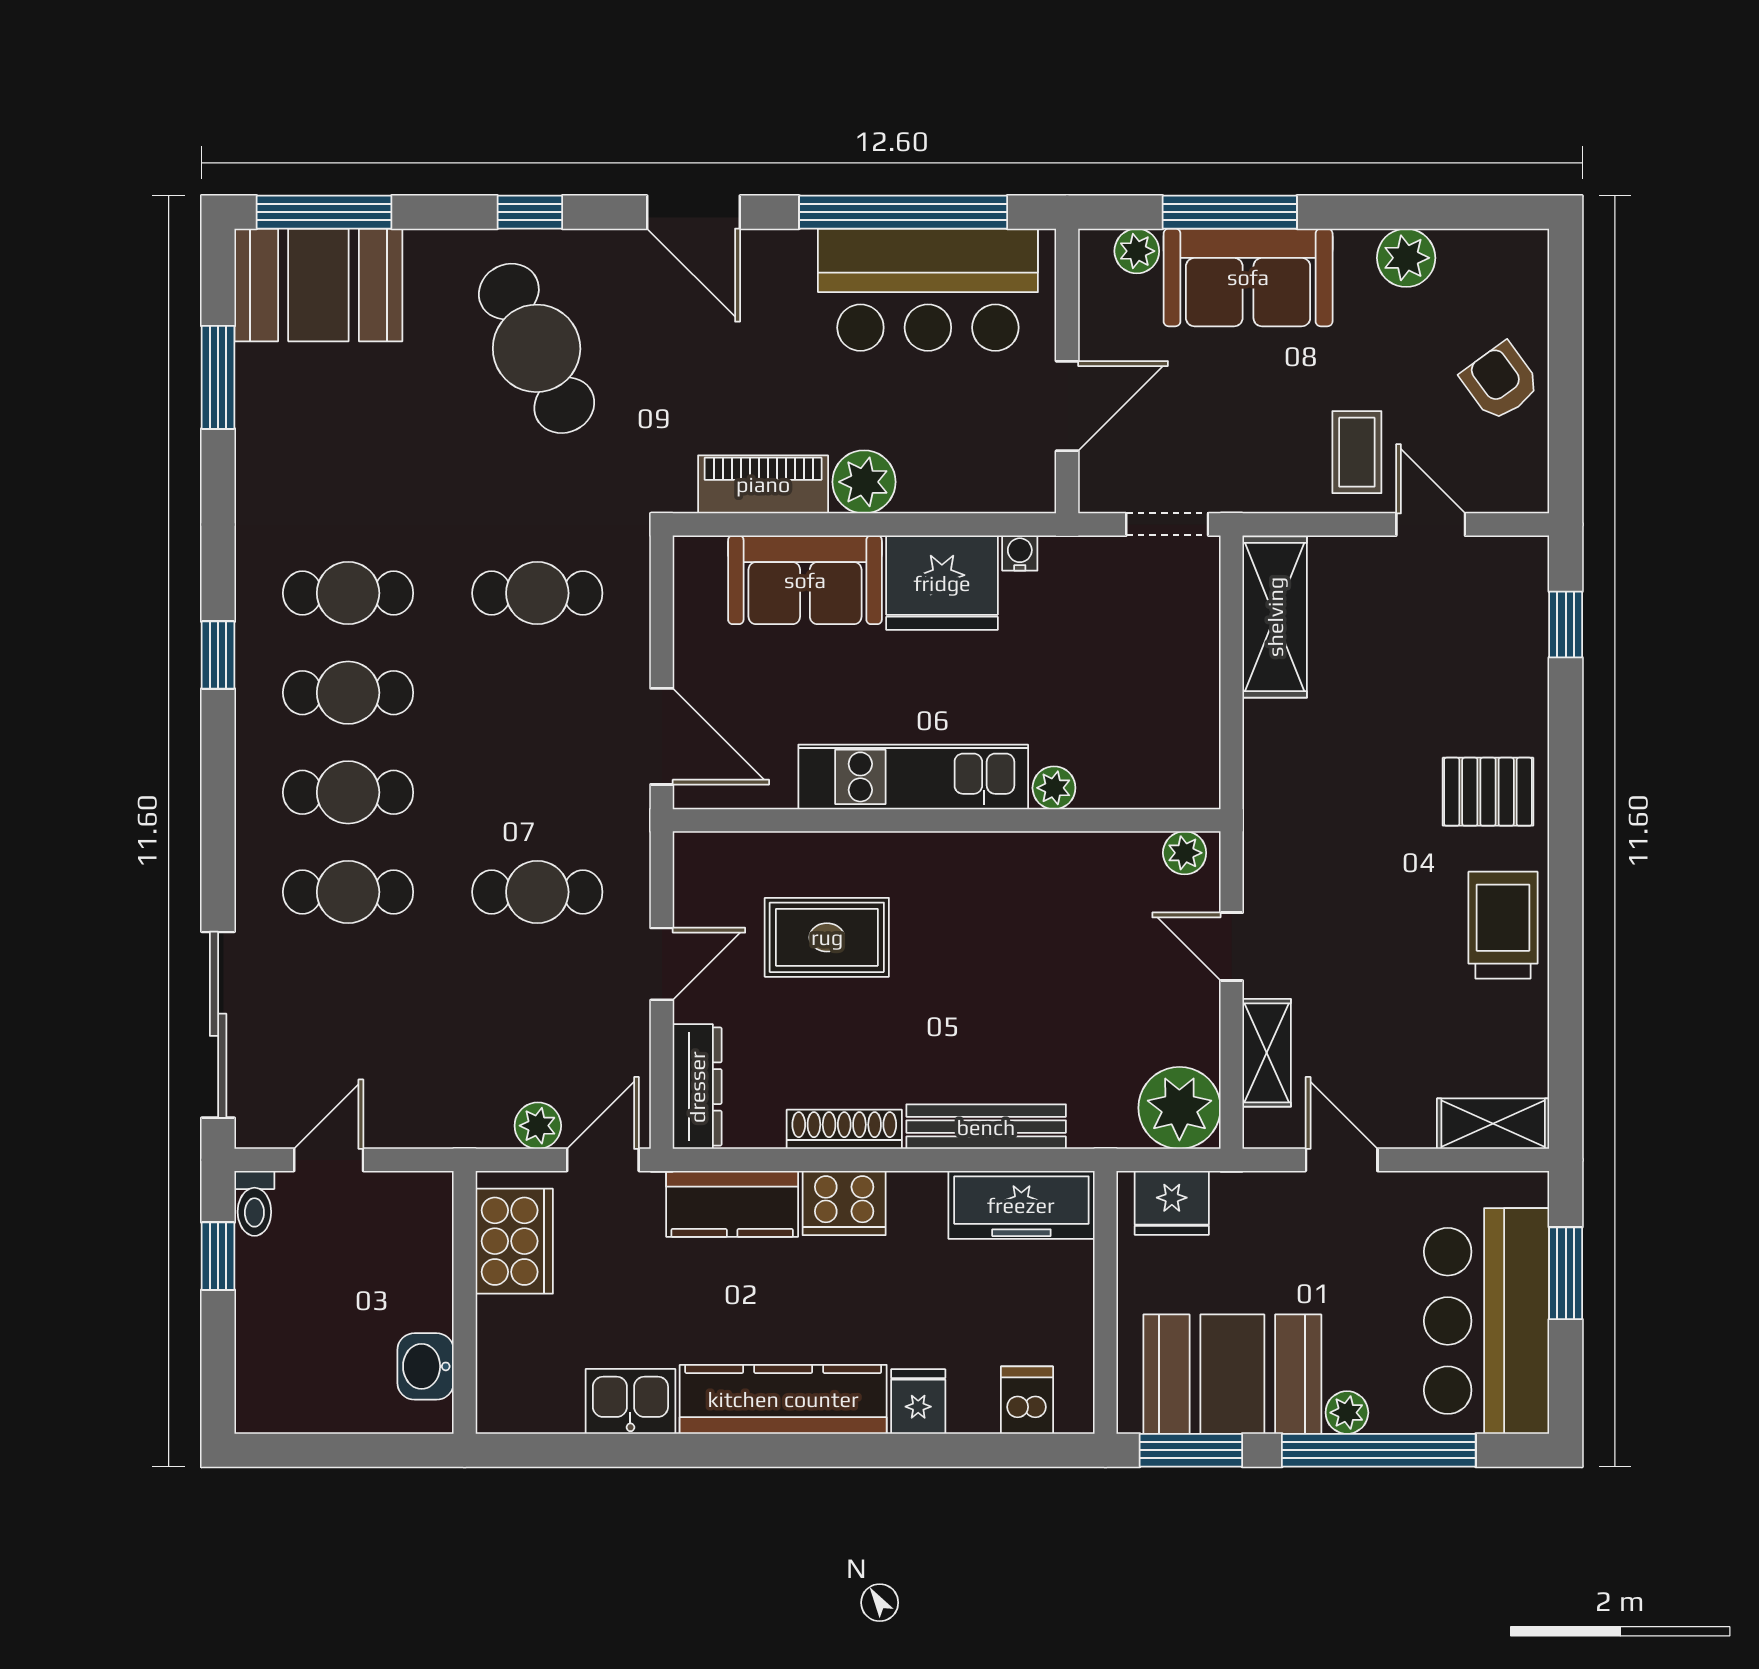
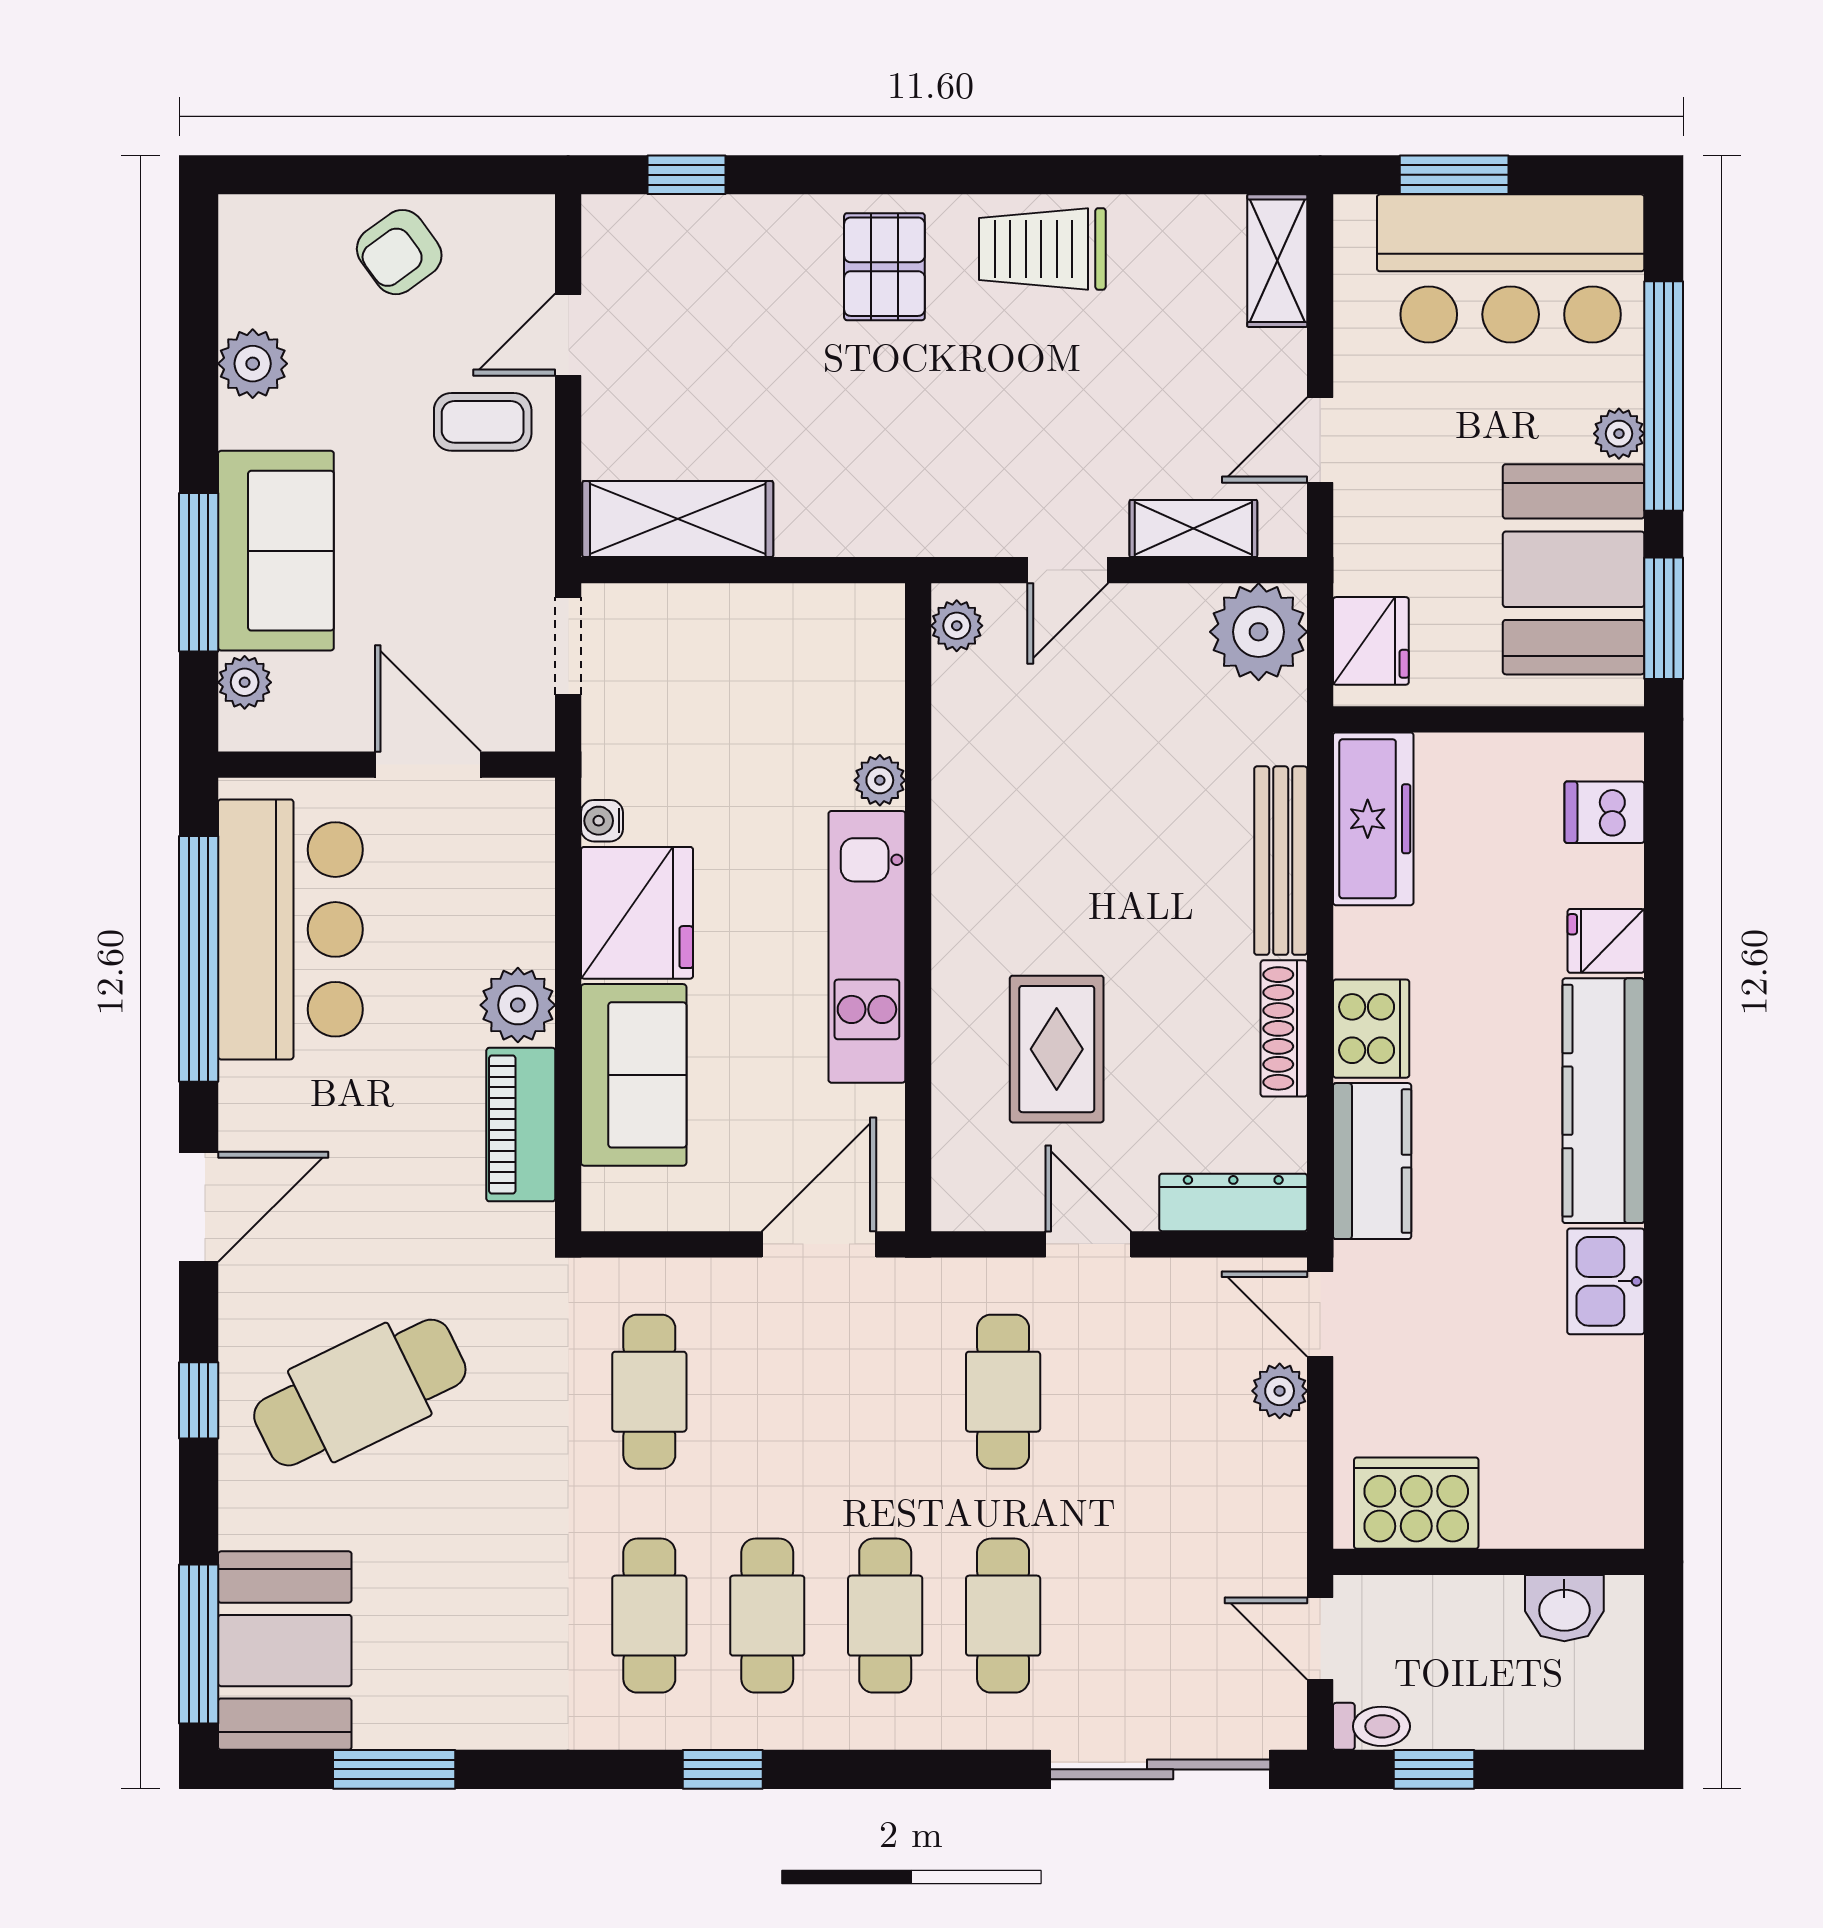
cooker: (514, 1241) -> (1416, 1503), moved
wall: (465, 1302) -> (1489, 1562), moved
washbasin: (426, 1366) -> (1564, 1608), moved

